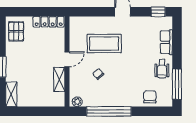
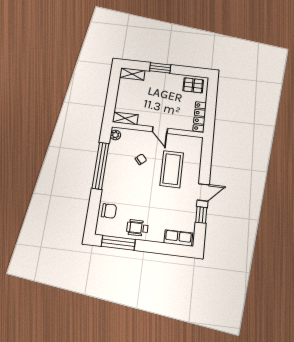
window: (158, 12) -> (201, 215), moved
row of seats: (166, 42) -> (178, 238), moved
shelving: (59, 79) -> (125, 118), moved

